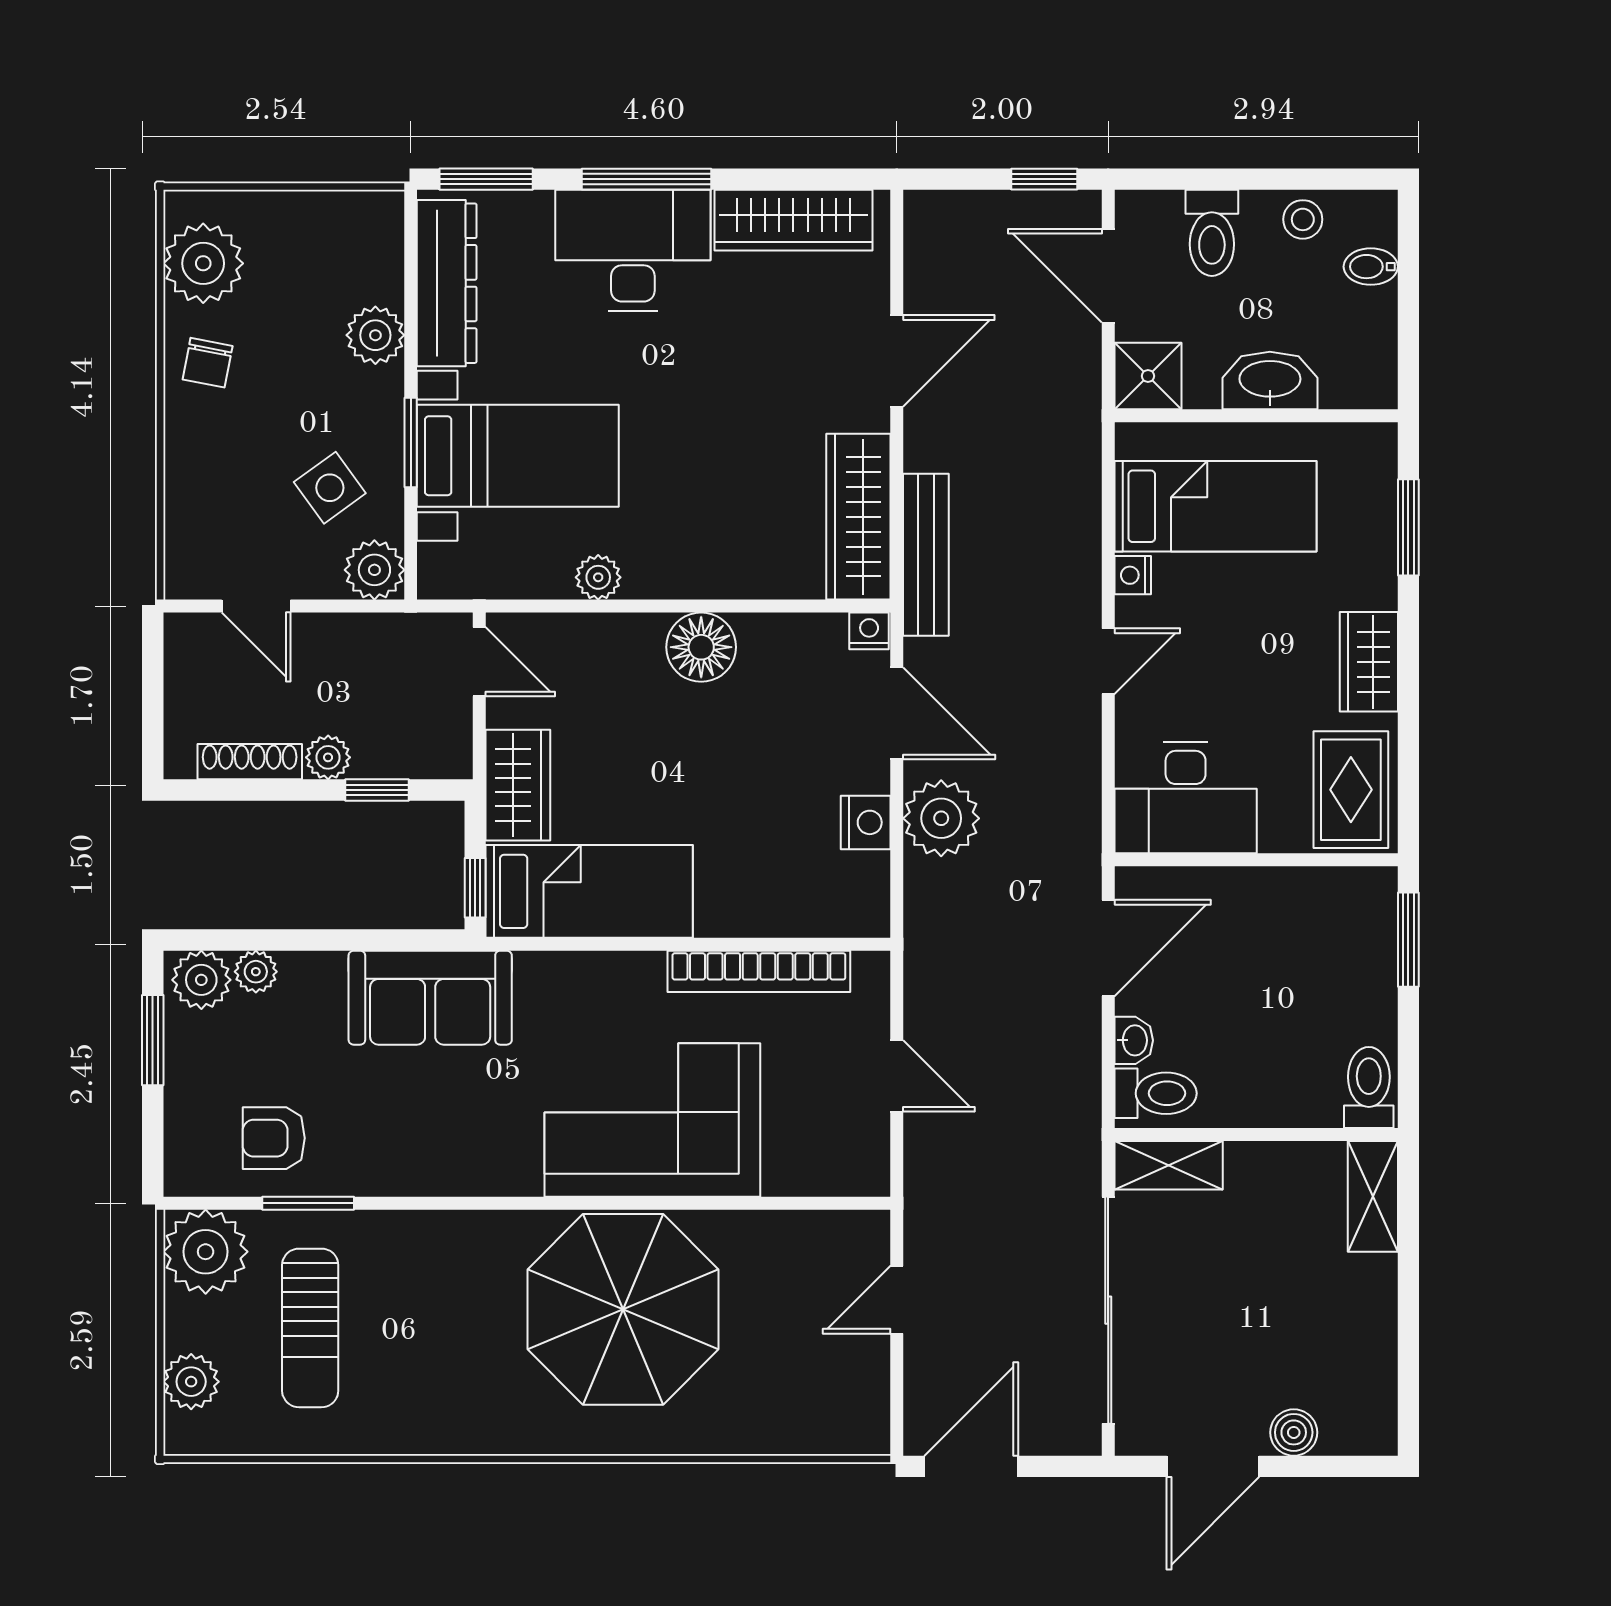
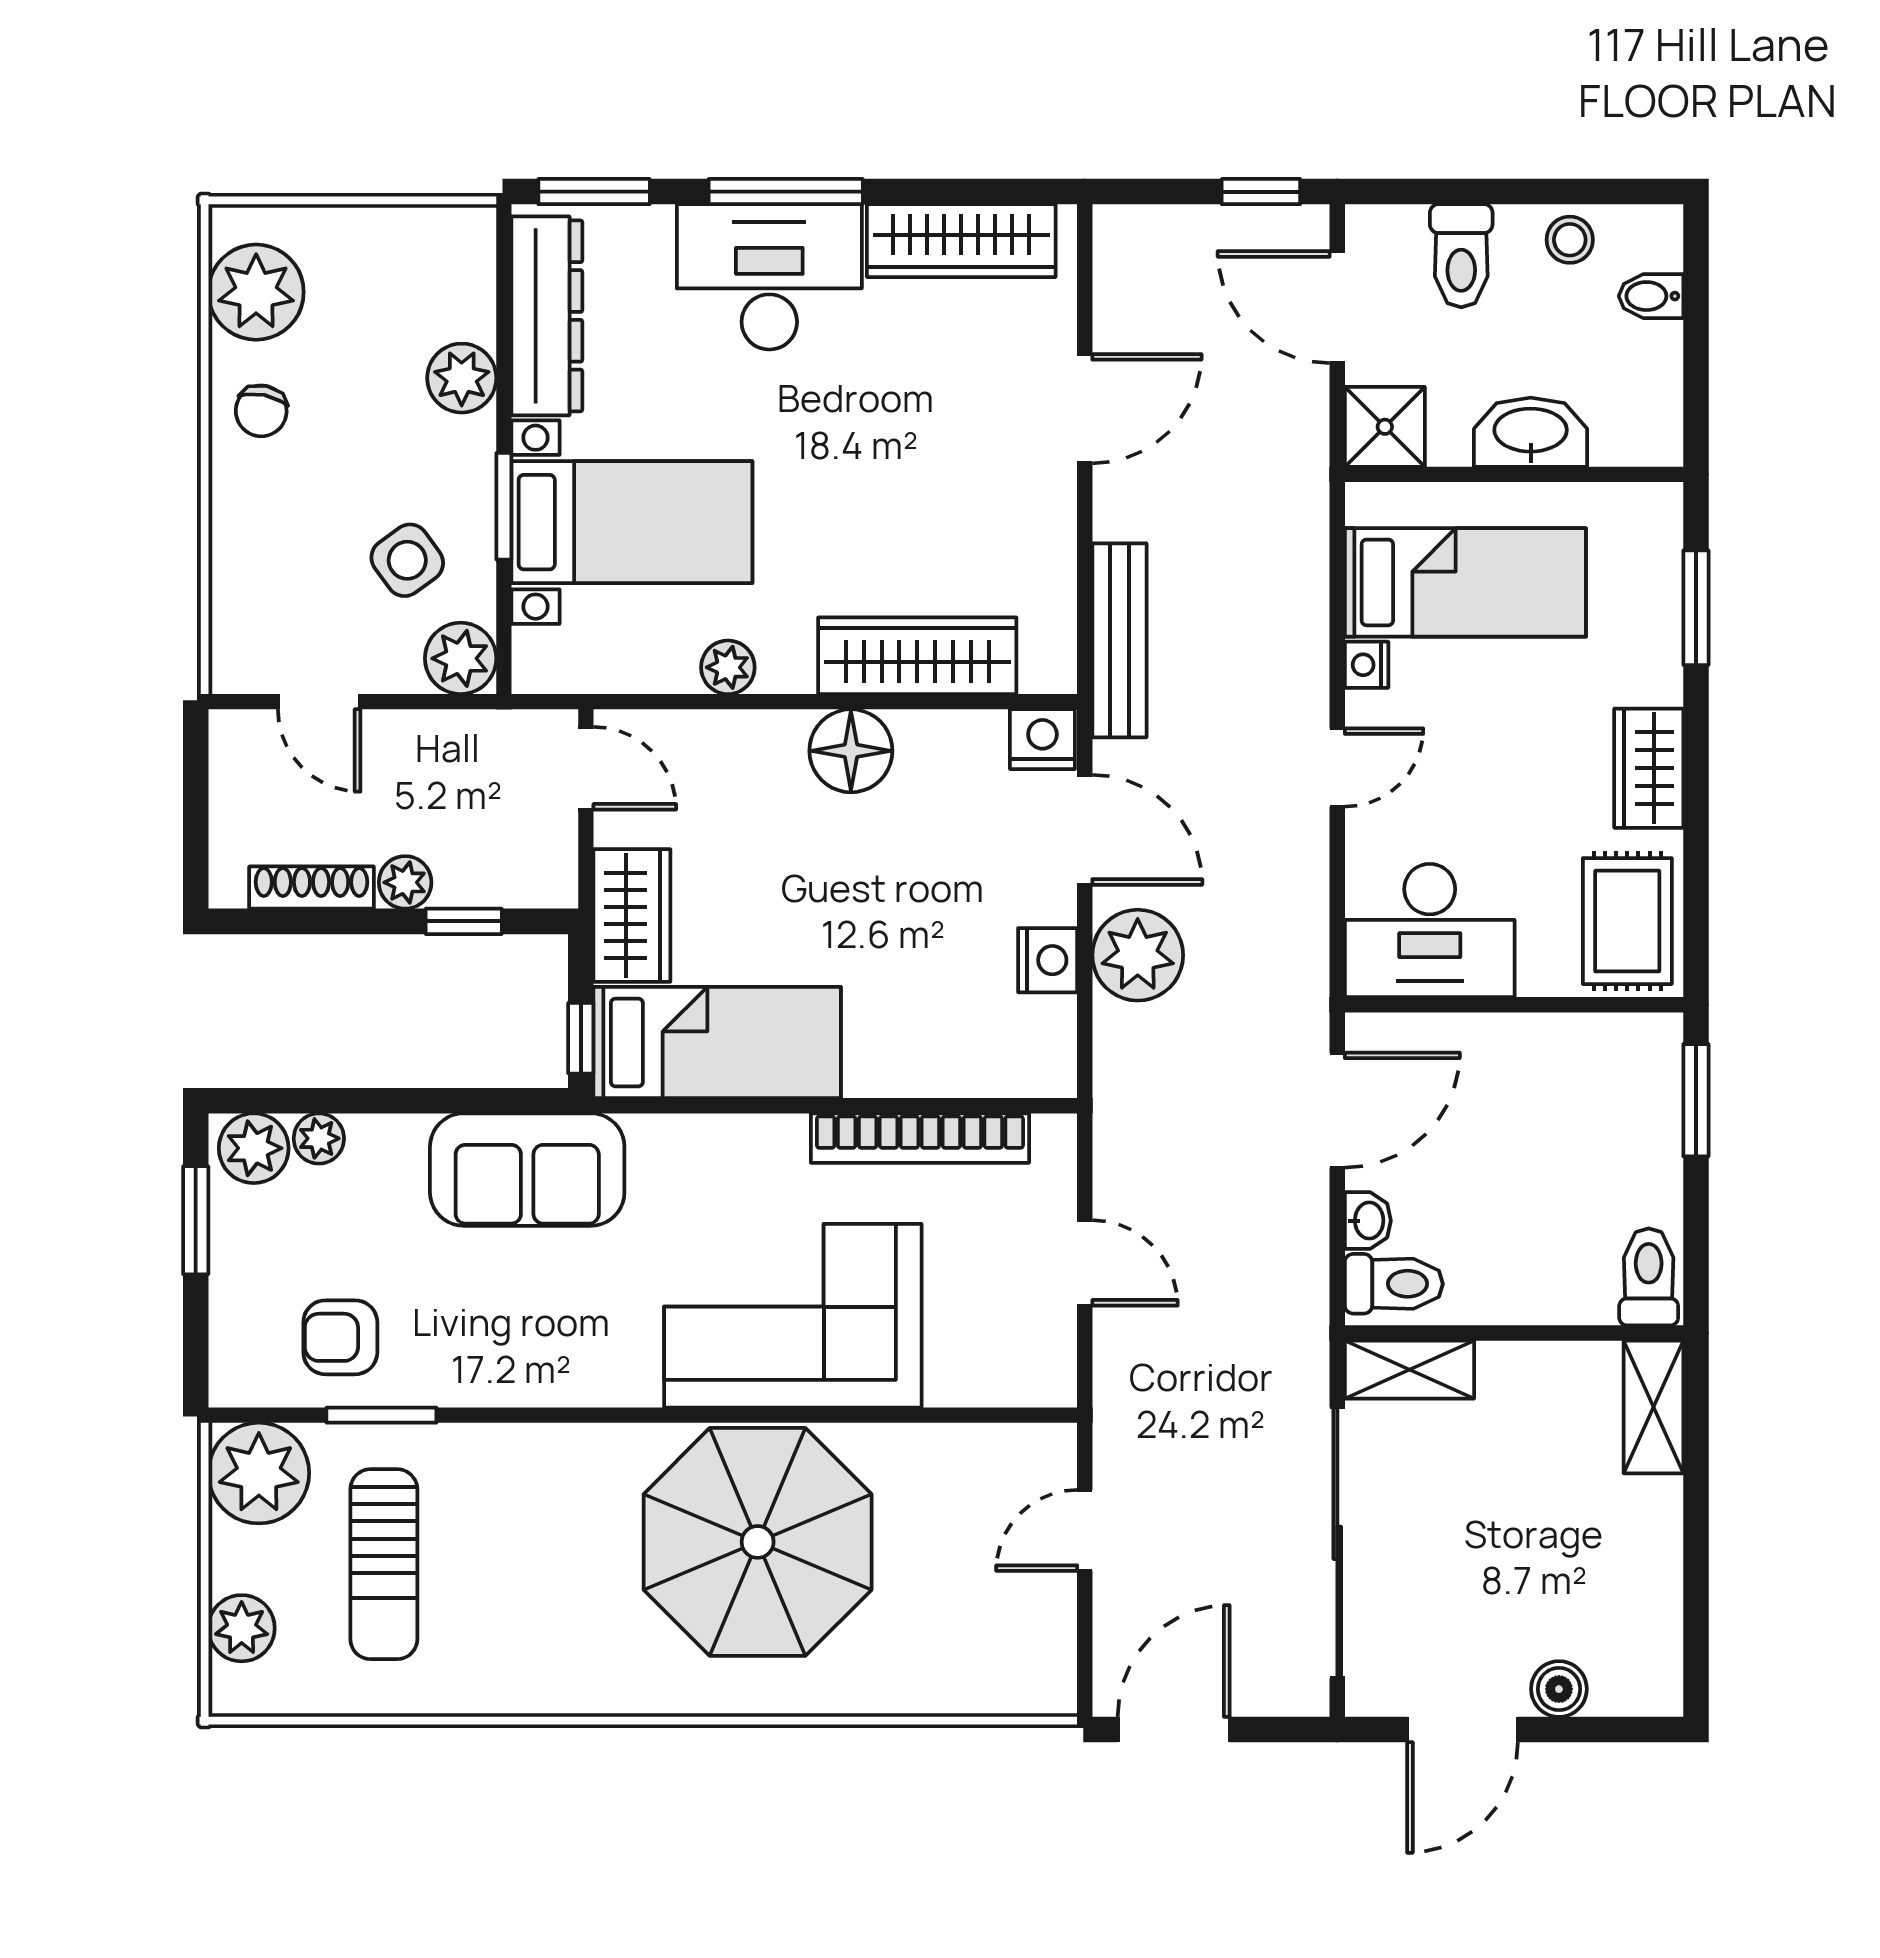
wardrobe: (858, 517) -> (917, 656), moved, turned 90
nightstand: (869, 631) -> (1042, 739), width x1.39, depth x1.35

